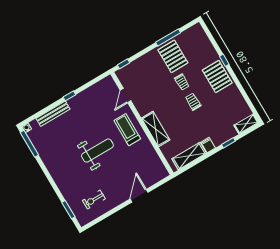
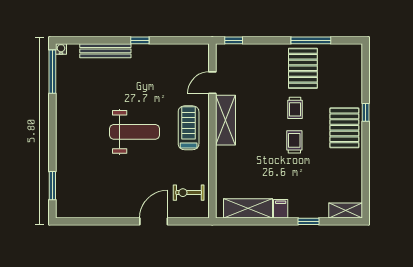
shelving: (156, 129) -> (225, 120), moved
exercise bike: (94, 200) -> (189, 193), moved

